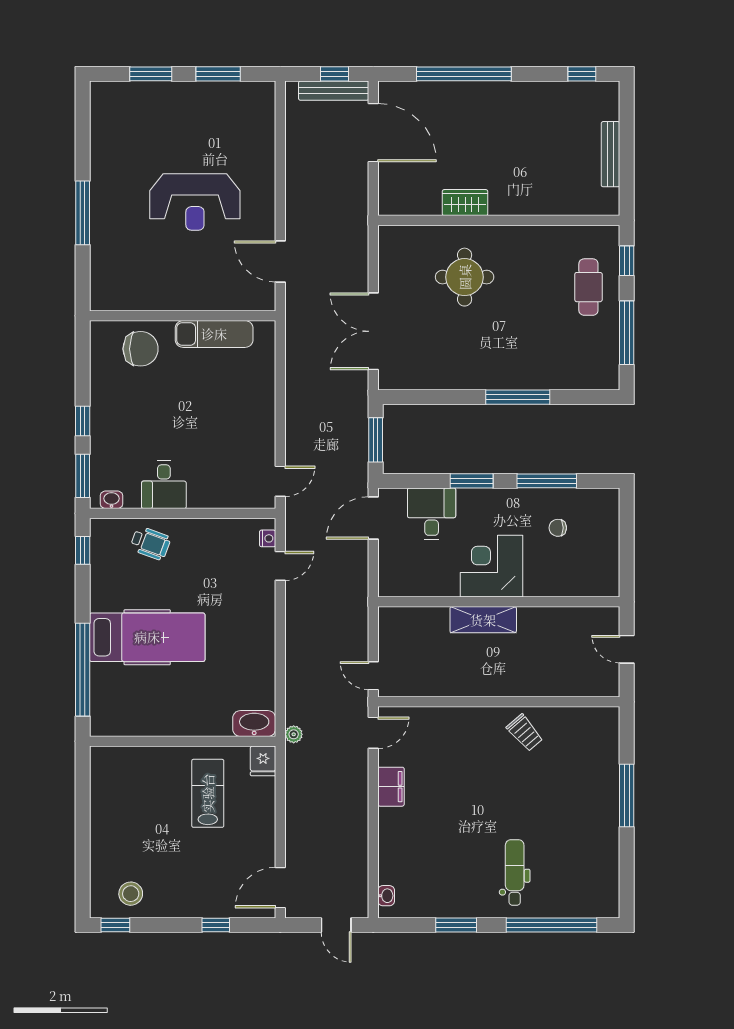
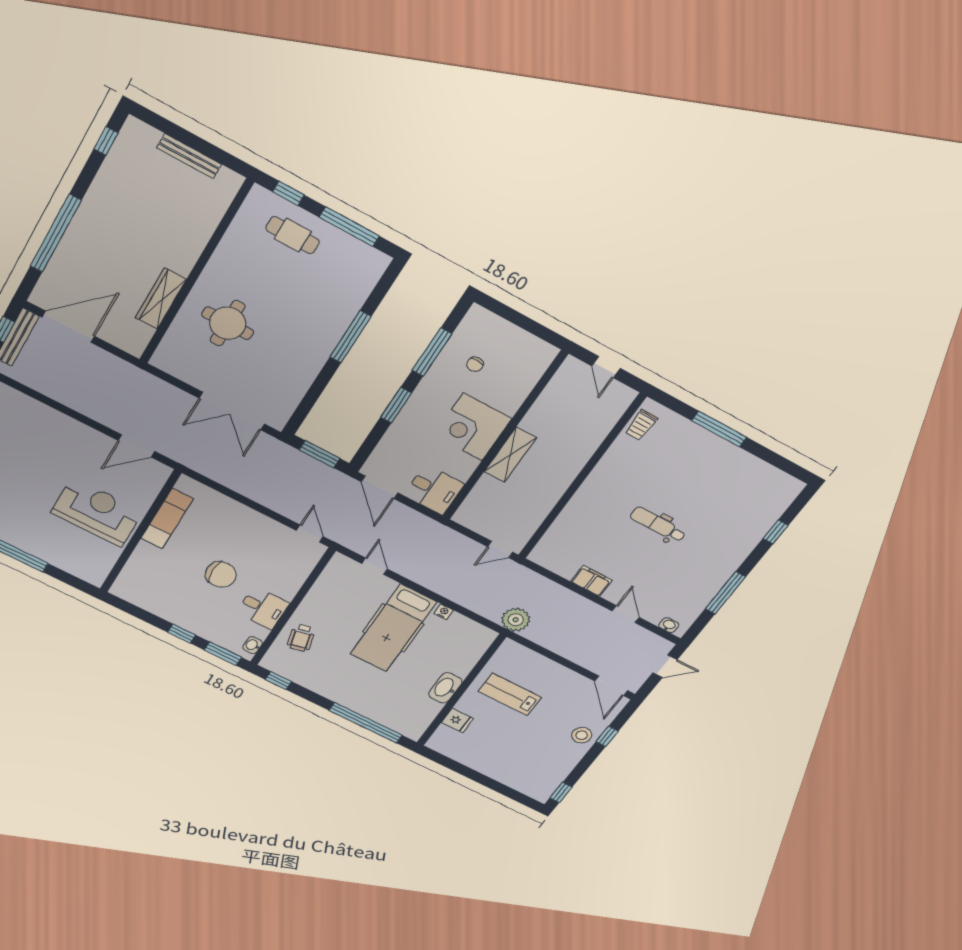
reception desk: (195, 202) -> (97, 512), moved, turned -90
wardrobe: (465, 203) -> (161, 299), width x1.50
chair: (141, 349) -> (221, 574), moved, turned 90
desk: (432, 514) -> (434, 490), moved, turned 180
nightstand: (268, 538) -> (444, 612), moved
wheelchair: (150, 543) -> (301, 638), turned 146
hospital bed: (147, 637) -> (393, 628), moved, turned 180
door: (627, 649) -> (606, 367), hinge flipped
washbasin: (254, 724) -> (445, 688), moved
door: (373, 733) -> (626, 614), moved
trolley: (525, 733) -> (641, 425), moved, turned 131
plant: (294, 734) -> (516, 620), width x1.87, depth x1.87
fridge: (263, 761) -> (457, 721), moved
dental chair: (515, 872) -> (658, 525), moved
stool: (131, 894) -> (582, 735), moved
window: (456, 925) -> (725, 593), width x1.44
window: (552, 925) -> (776, 532), width x0.32

